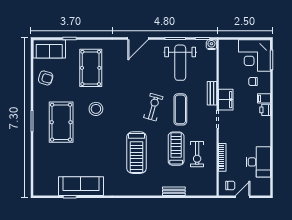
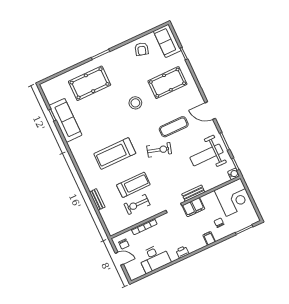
corner desk: (255, 55) -> (234, 197), moved, turned 180
exercise mat: (180, 109) -> (174, 127), moved
printer: (265, 110) -> (182, 252), moved
pool table: (61, 122) -> (90, 83), moved

